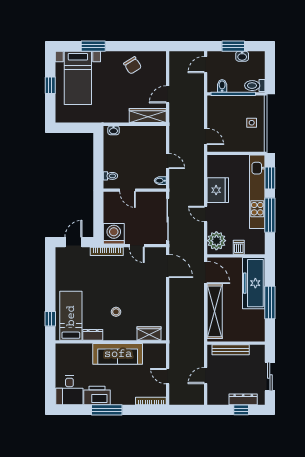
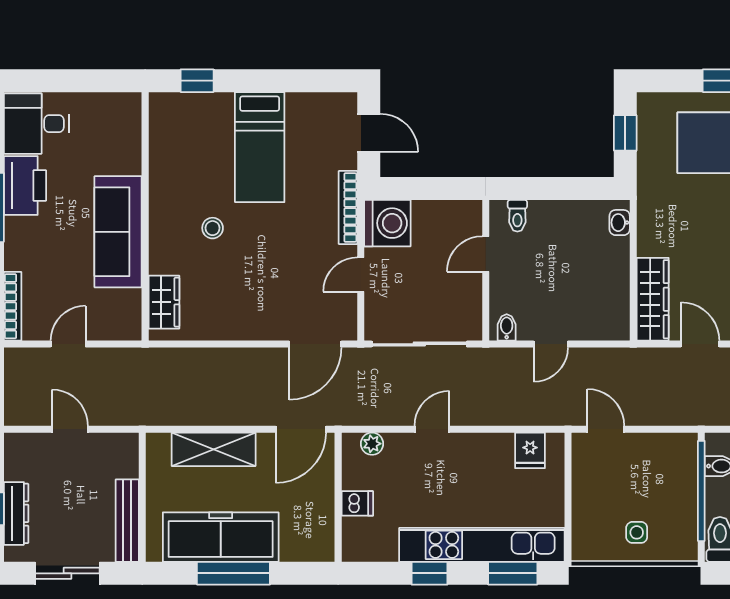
window: (74, 128) -> (625, 133), added
door: (206, 136) -> (606, 429), swing flipped
fridge: (218, 190) -> (530, 450), moved, width x0.53, depth x0.75
window: (270, 215) -> (429, 573), width x0.46
plant: (216, 241) -> (372, 444), width x0.53, depth x0.53
freezer: (254, 283) -> (221, 537), moved
shelving: (215, 311) -> (214, 449), width x0.68
bed: (71, 316) -> (260, 147), moved, turned 90
dresser: (93, 335) -> (161, 176), removed
bench: (231, 350) -> (127, 521), moved

